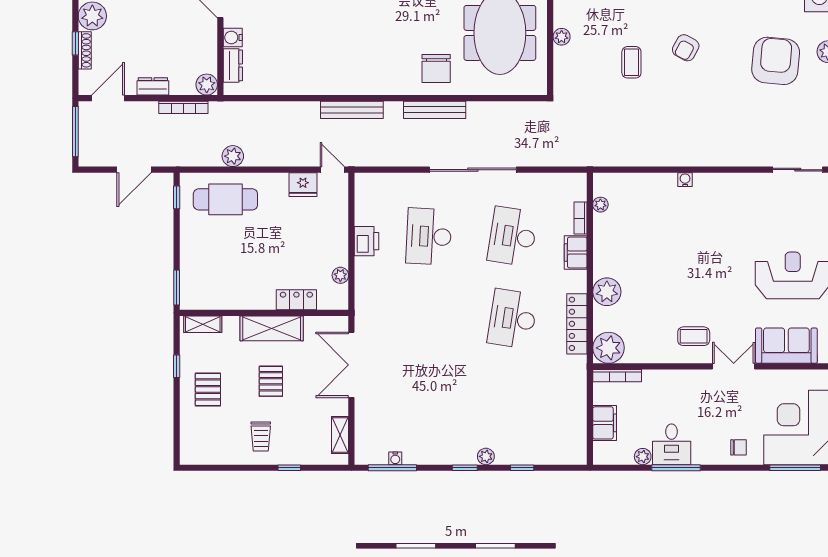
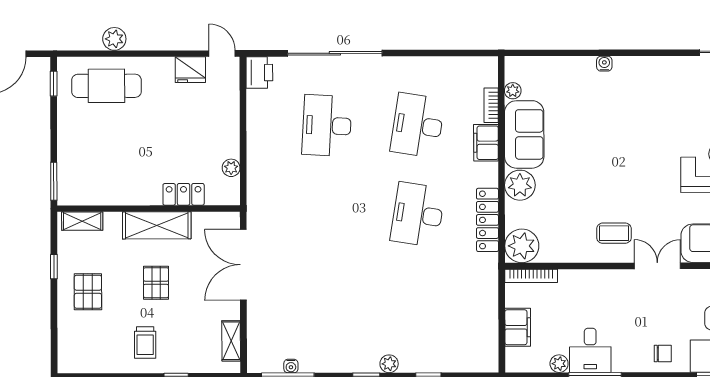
sliding door: (473, 170) -> (335, 53), moved
printer: (367, 241) -> (259, 73), moved
sofa: (611, 245) -> (524, 134), added

